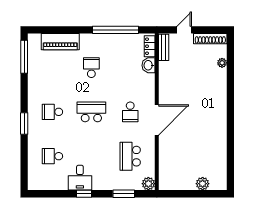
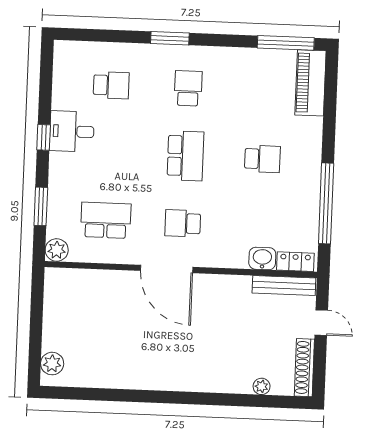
piano: (60, 42) -> (310, 83), moved
bench: (164, 47) -> (284, 285), width x1.36
school desk: (53, 156) -> (111, 85), turned 90
plant: (203, 184) -> (52, 364), moved

